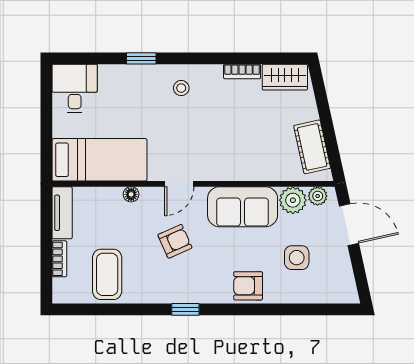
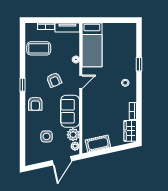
desk: (75, 88) -> (125, 33), removed
door: (179, 184) -> (81, 82), swing flipped
armchair: (248, 286) -> (35, 104), moved, turned 180

